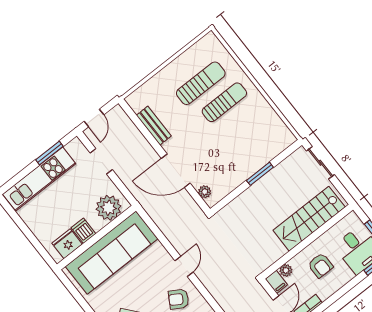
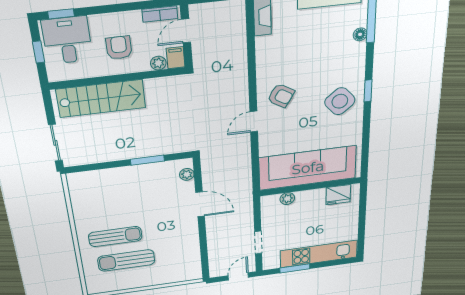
sun lounger: (224, 102) -> (115, 237), turned 180
bench: (154, 126) -> (192, 248), removed
door: (176, 171) -> (200, 204), width x0.73
window: (260, 174) -> (147, 160), moved
plant: (109, 208) -> (287, 199), width x0.53, depth x0.53
dishwasher: (83, 231) -> (317, 198), removed

